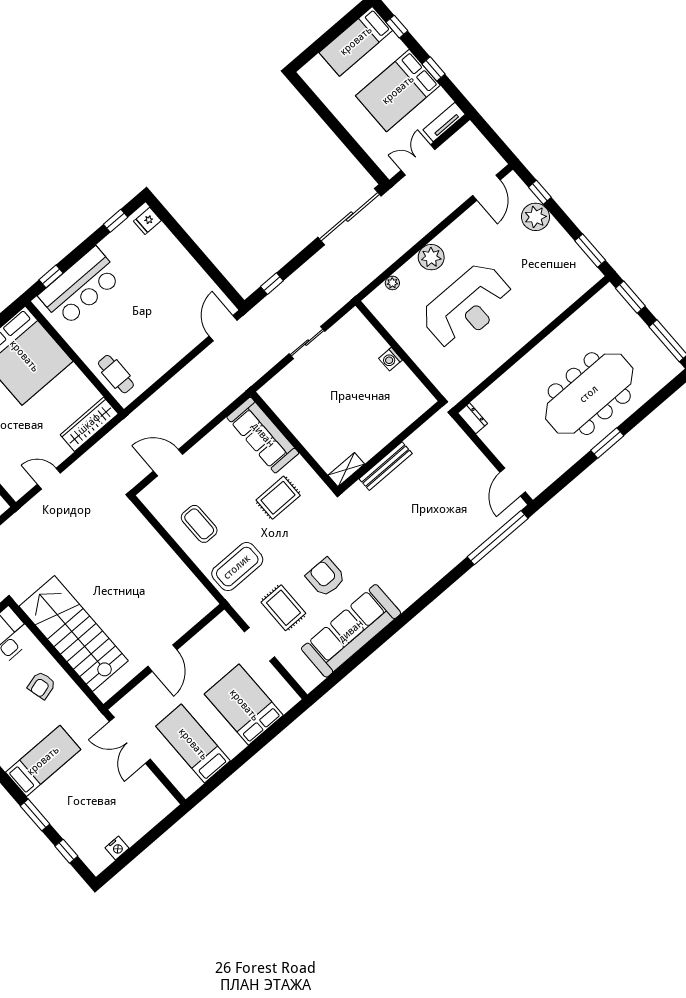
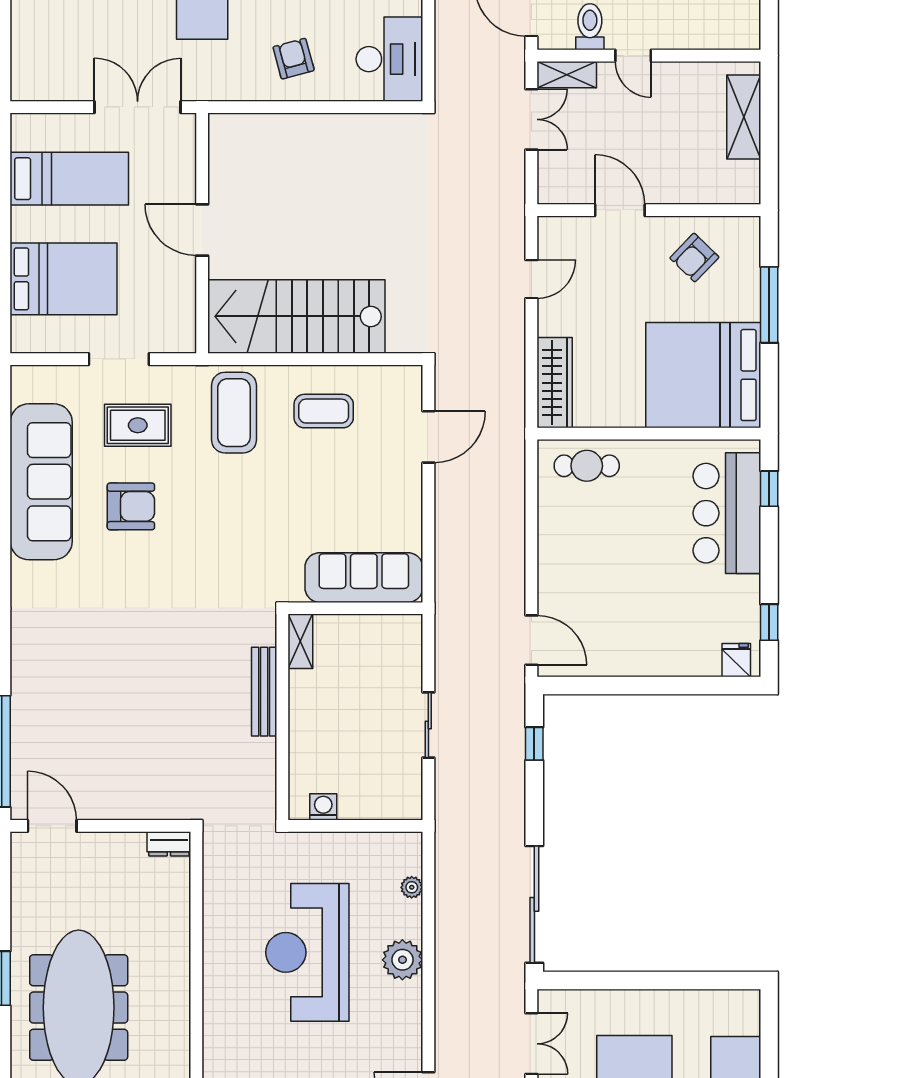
wall: (390, 447) -> (282, 717), moved
bench: (386, 466) -> (264, 692), moved
shelving: (346, 470) -> (300, 641), moved
rug: (278, 498) -> (274, 532), removed
stairs: (74, 633) -> (296, 316), moved, turned 180

